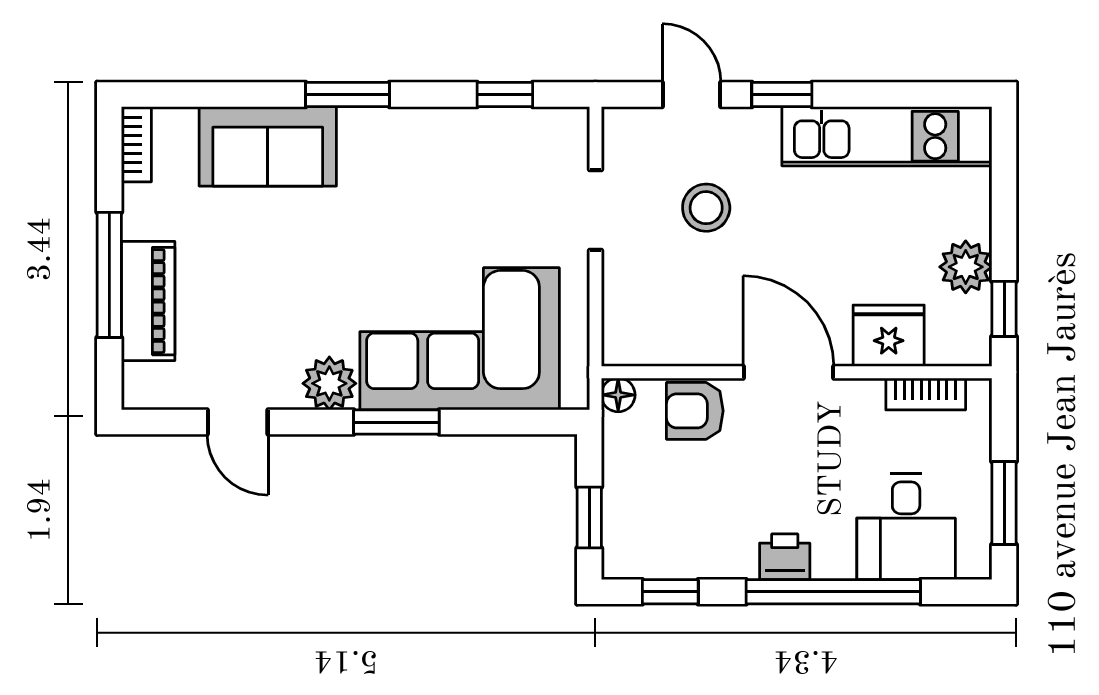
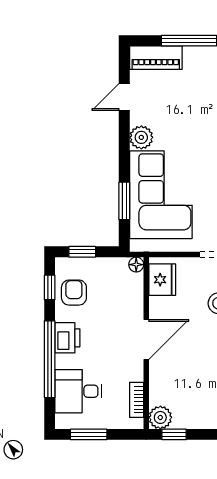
plant: (966, 267) -> (160, 417), moved
piano: (148, 301) -> (156, 58), moved
fridge: (889, 336) -> (162, 280), moved
armchair: (695, 411) -> (74, 293), moved
window: (396, 422) -> (124, 201), moved
printer: (785, 557) -> (67, 338), width x1.36, depth x1.24

